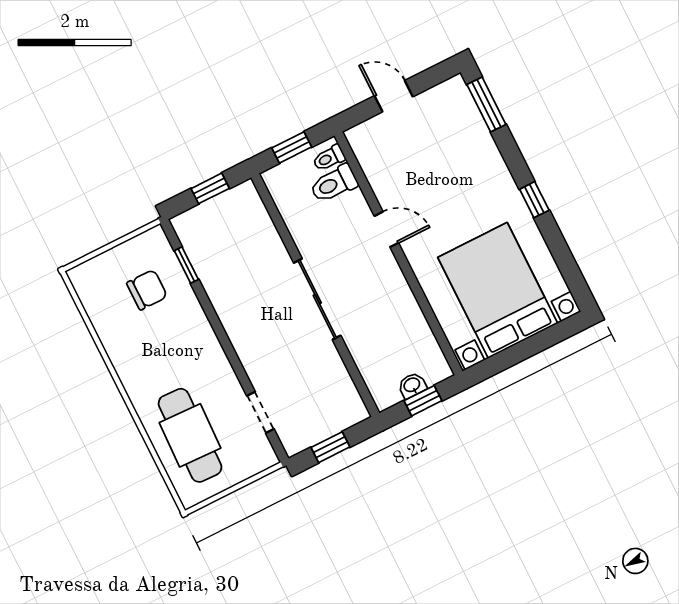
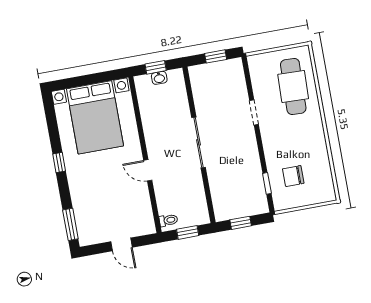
toilet: (334, 184) -> (170, 205), removed
doorway: (260, 412) -> (254, 112), moved

